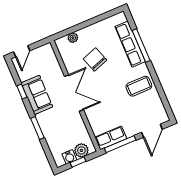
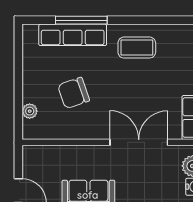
coffee table: (139, 86) -> (137, 48), turned 90
double door: (74, 93) -> (139, 142), moved

